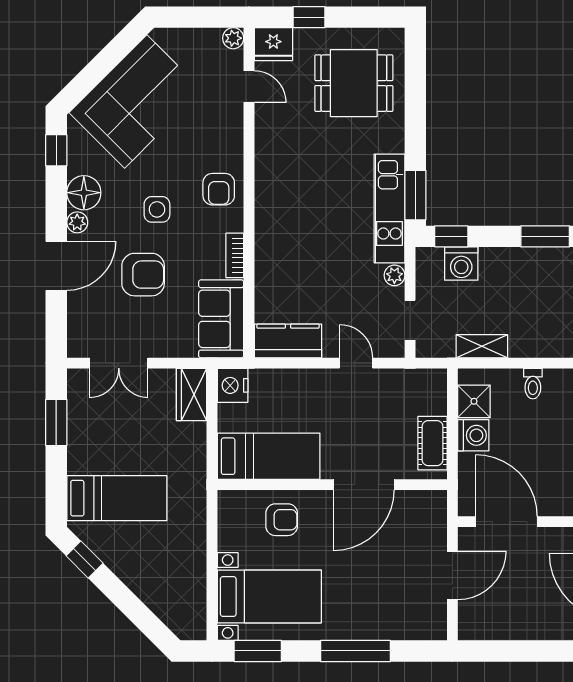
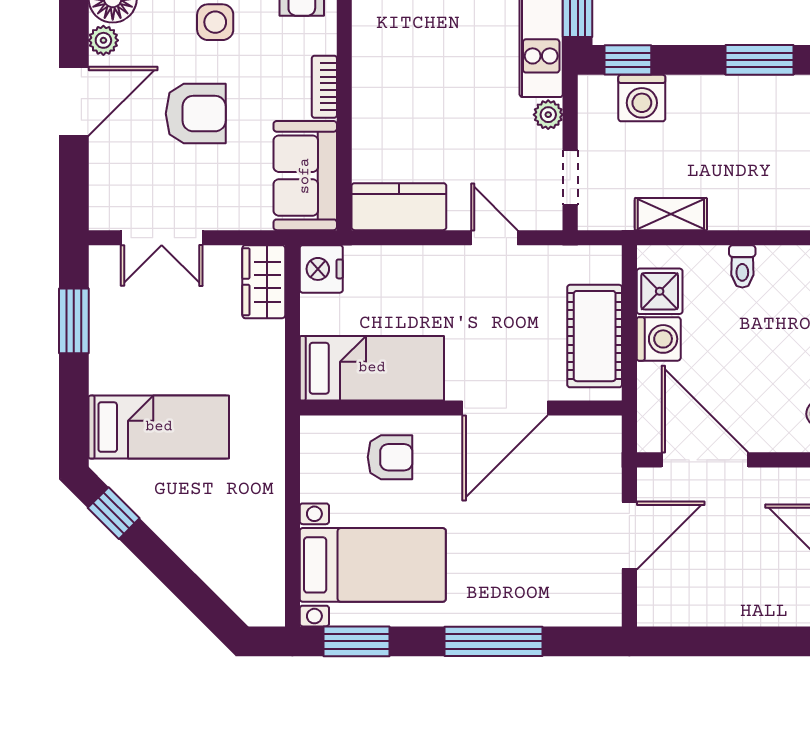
cot: (433, 443) -> (595, 336), width x1.37, depth x1.34

